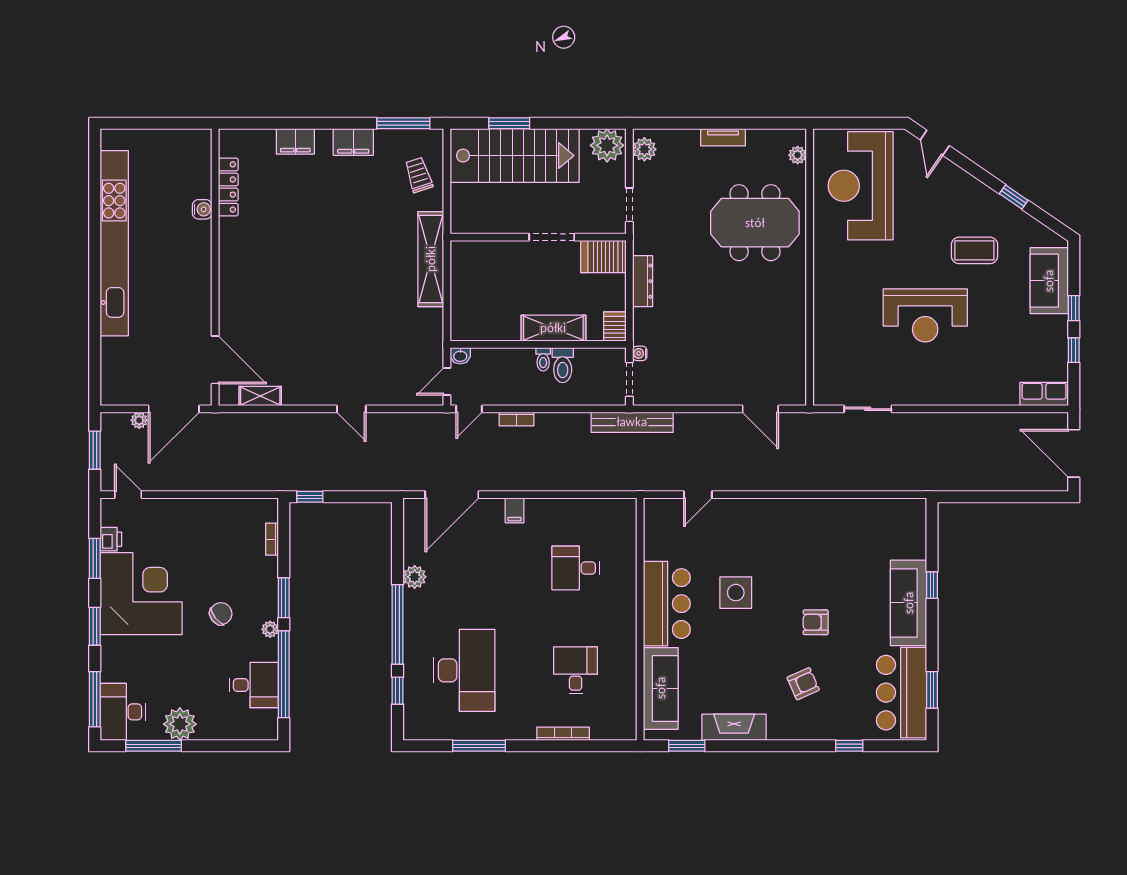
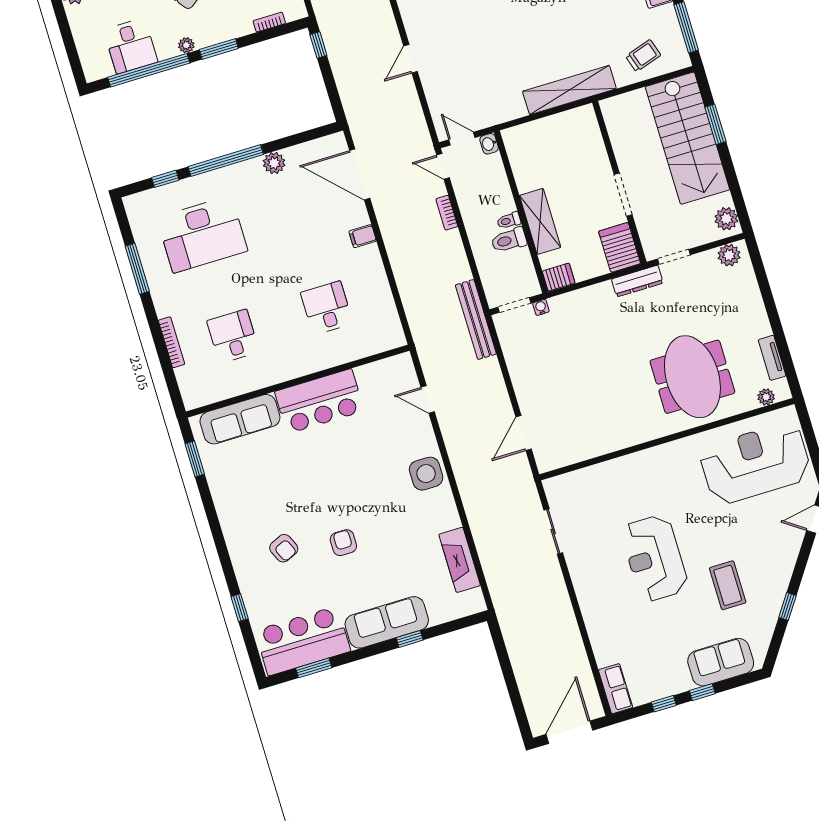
tv unit: (723, 137) -> (772, 358), moved
plant: (607, 145) -> (726, 219), width x0.73, depth x0.73
dresser: (643, 281) -> (637, 281), moved
side table: (736, 593) -> (426, 474), moved
desk: (576, 670) -> (233, 336), turned -90
fireplace: (734, 727) -> (460, 560), moved, turned 180

